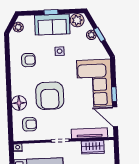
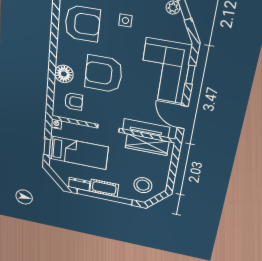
armchair: (28, 60) -> (82, 24), width x1.88, depth x1.88
window: (114, 94) -> (190, 75), moved
armchair: (50, 96) -> (104, 74), turned 90
wardrobe: (93, 147) -> (147, 145), width x1.50

